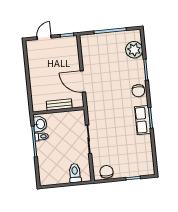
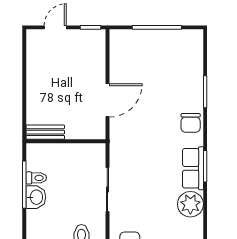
plant: (134, 50) -> (190, 204), moved
door: (83, 81) -> (107, 100), swing flipped
bench: (59, 105) -> (45, 132), moved
washbasin: (40, 124) -> (36, 197), moved

